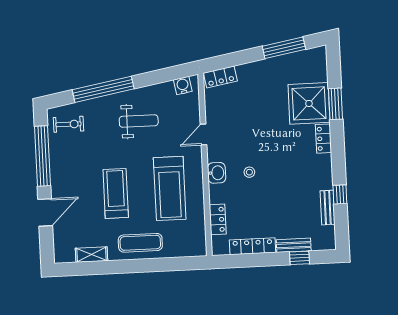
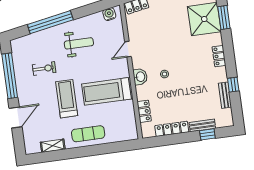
exercise bike: (68, 124) -> (44, 69), moved
locker: (323, 139) -> (219, 56), moved
treadmill: (170, 188) -> (106, 91), turned 90

